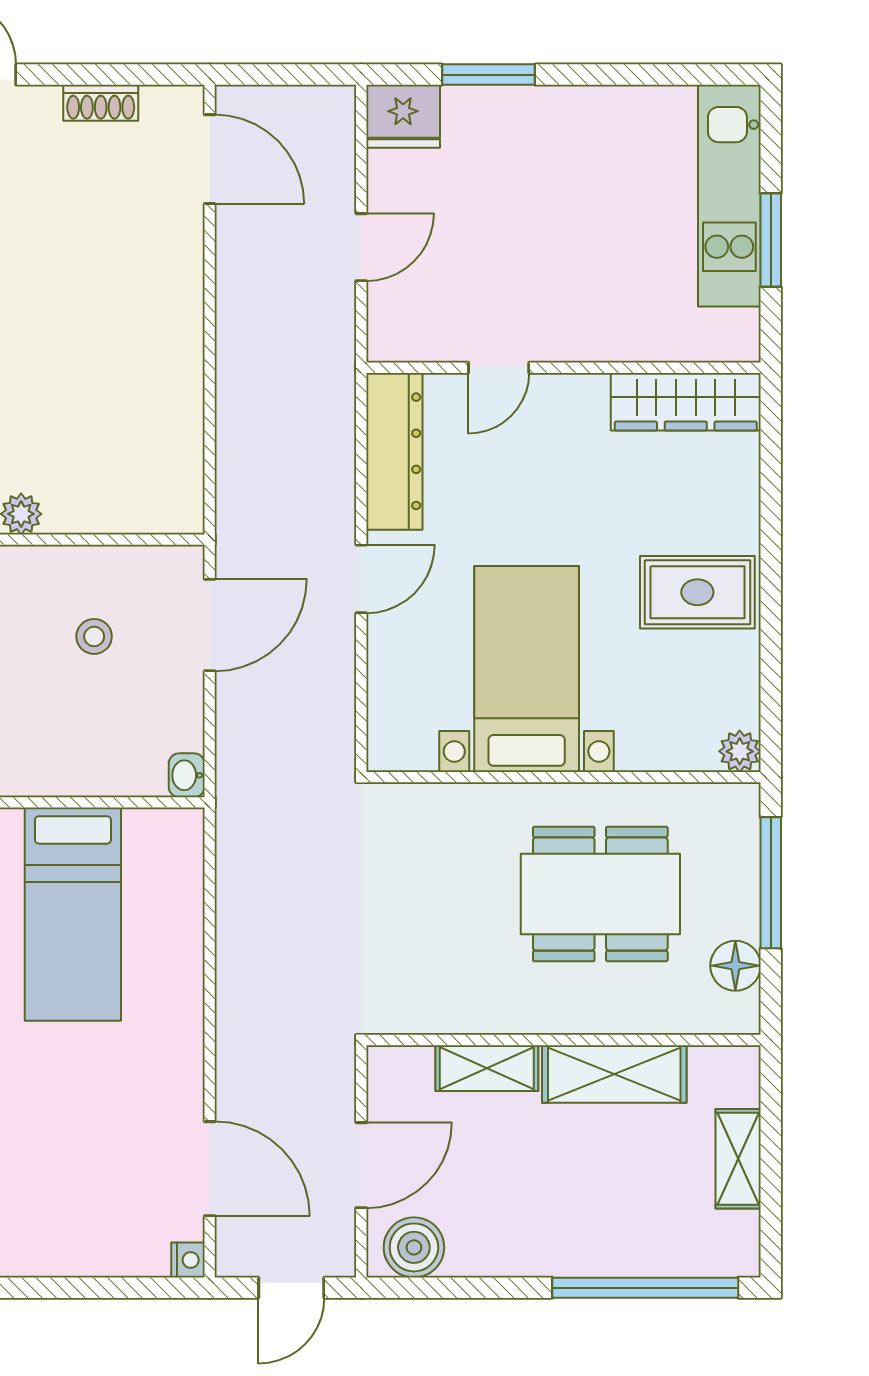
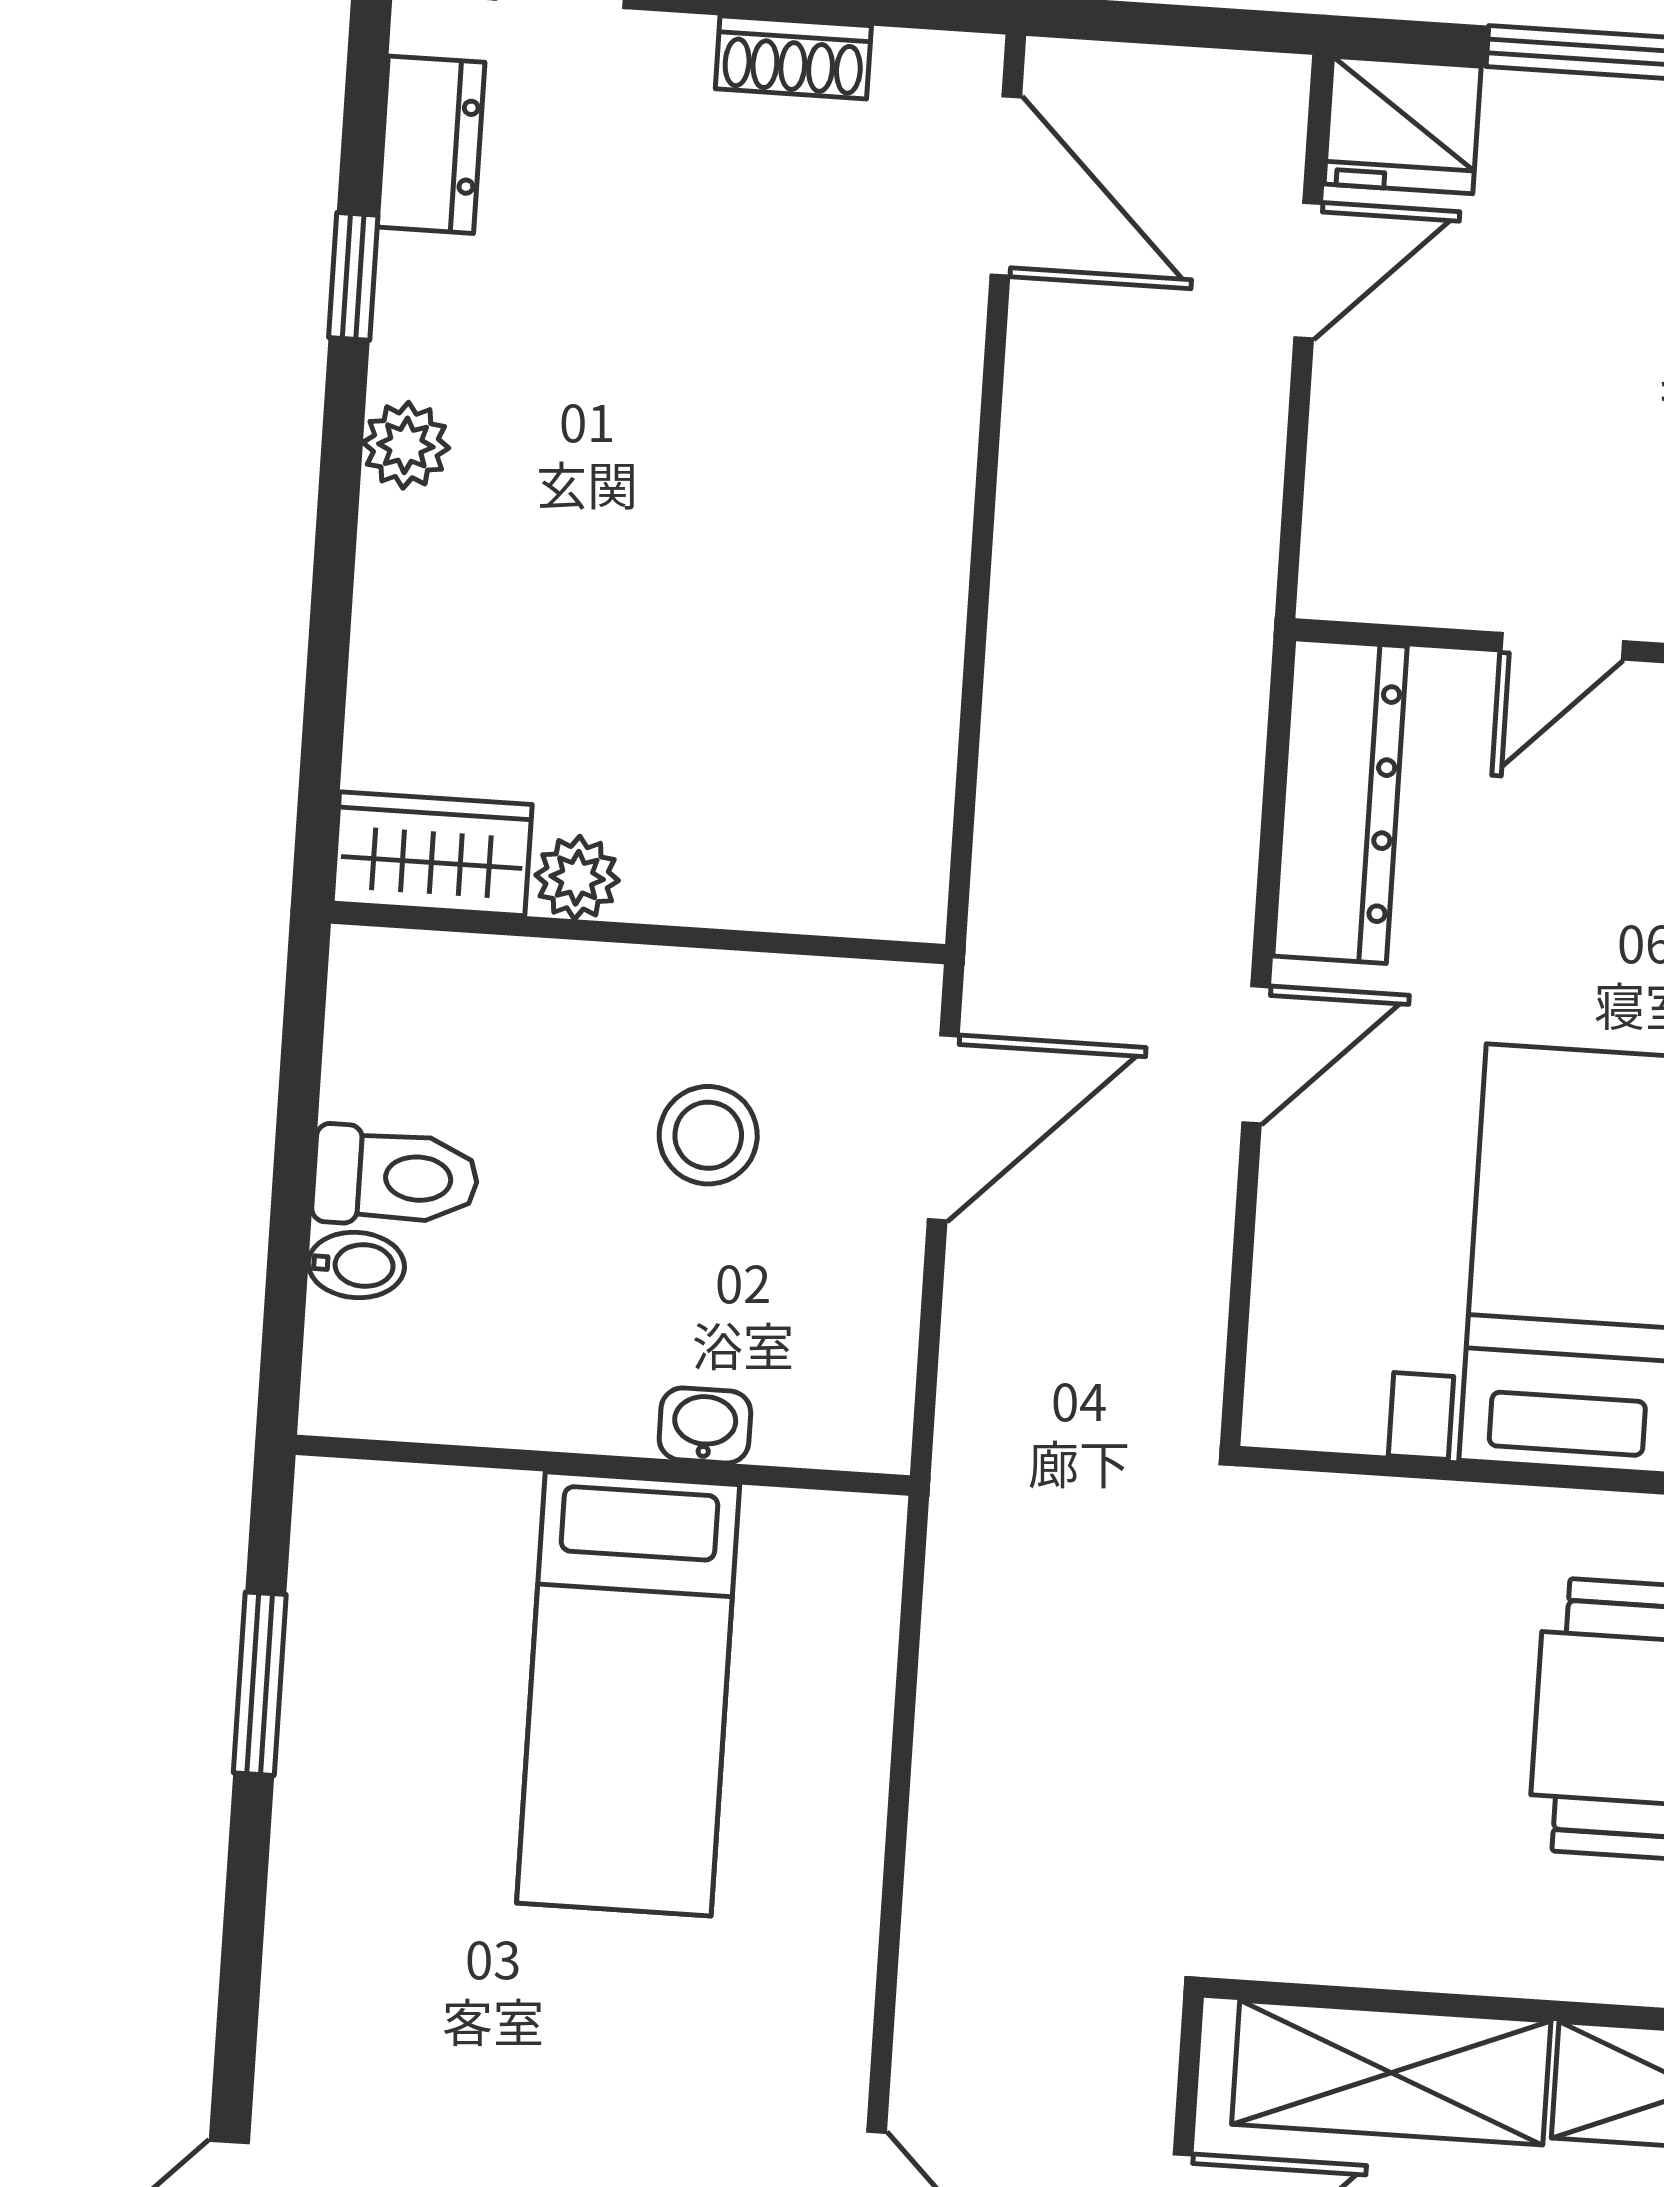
door: (361, 247) -> (1308, 271), moved
stool: (94, 636) -> (708, 1135), width x1.37, depth x1.37
washbasin: (187, 775) -> (705, 1425), moved, turned 90
shelving: (487, 1068) -> (1391, 2073), width x1.50, depth x1.33

